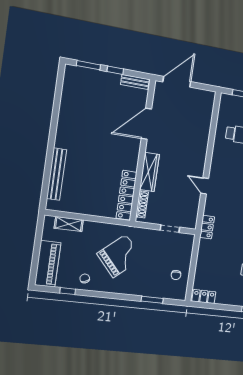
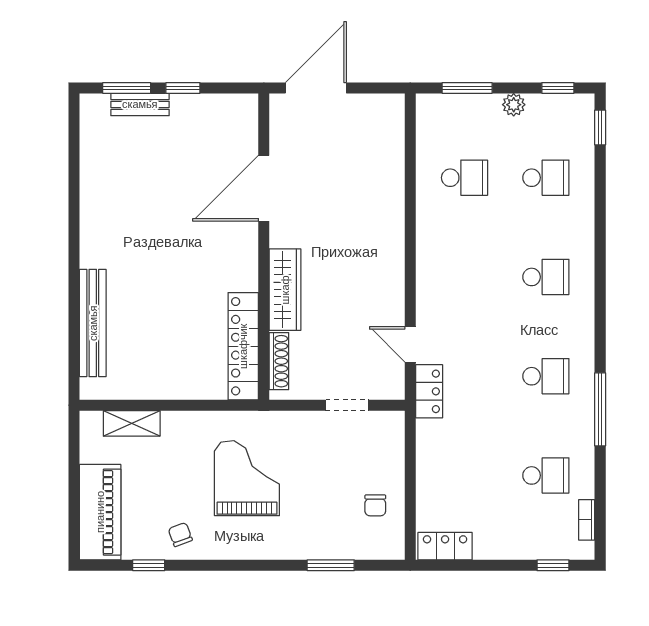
bench: (135, 82) -> (140, 104), moved
door: (205, 186) -> (410, 344), moved
grand piano: (120, 256) -> (247, 478), turned -49

